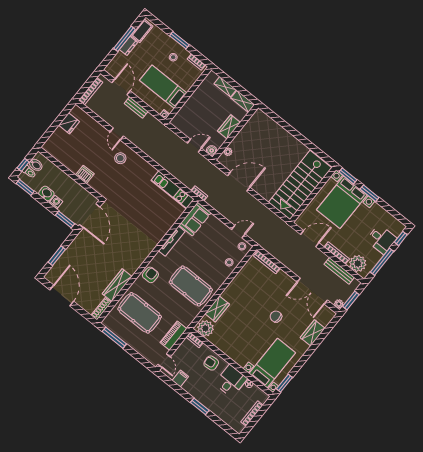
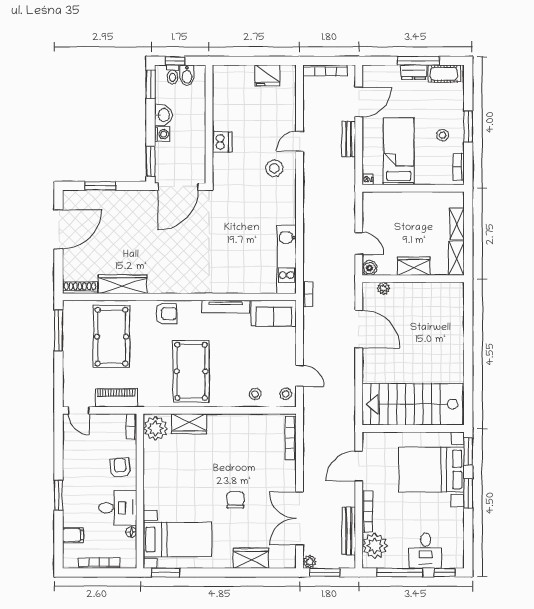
door: (310, 239) -> (359, 466), swing flipped
door: (164, 361) -> (79, 410), hinge flipped
filing cabinet: (180, 378) -> (73, 535), moved

